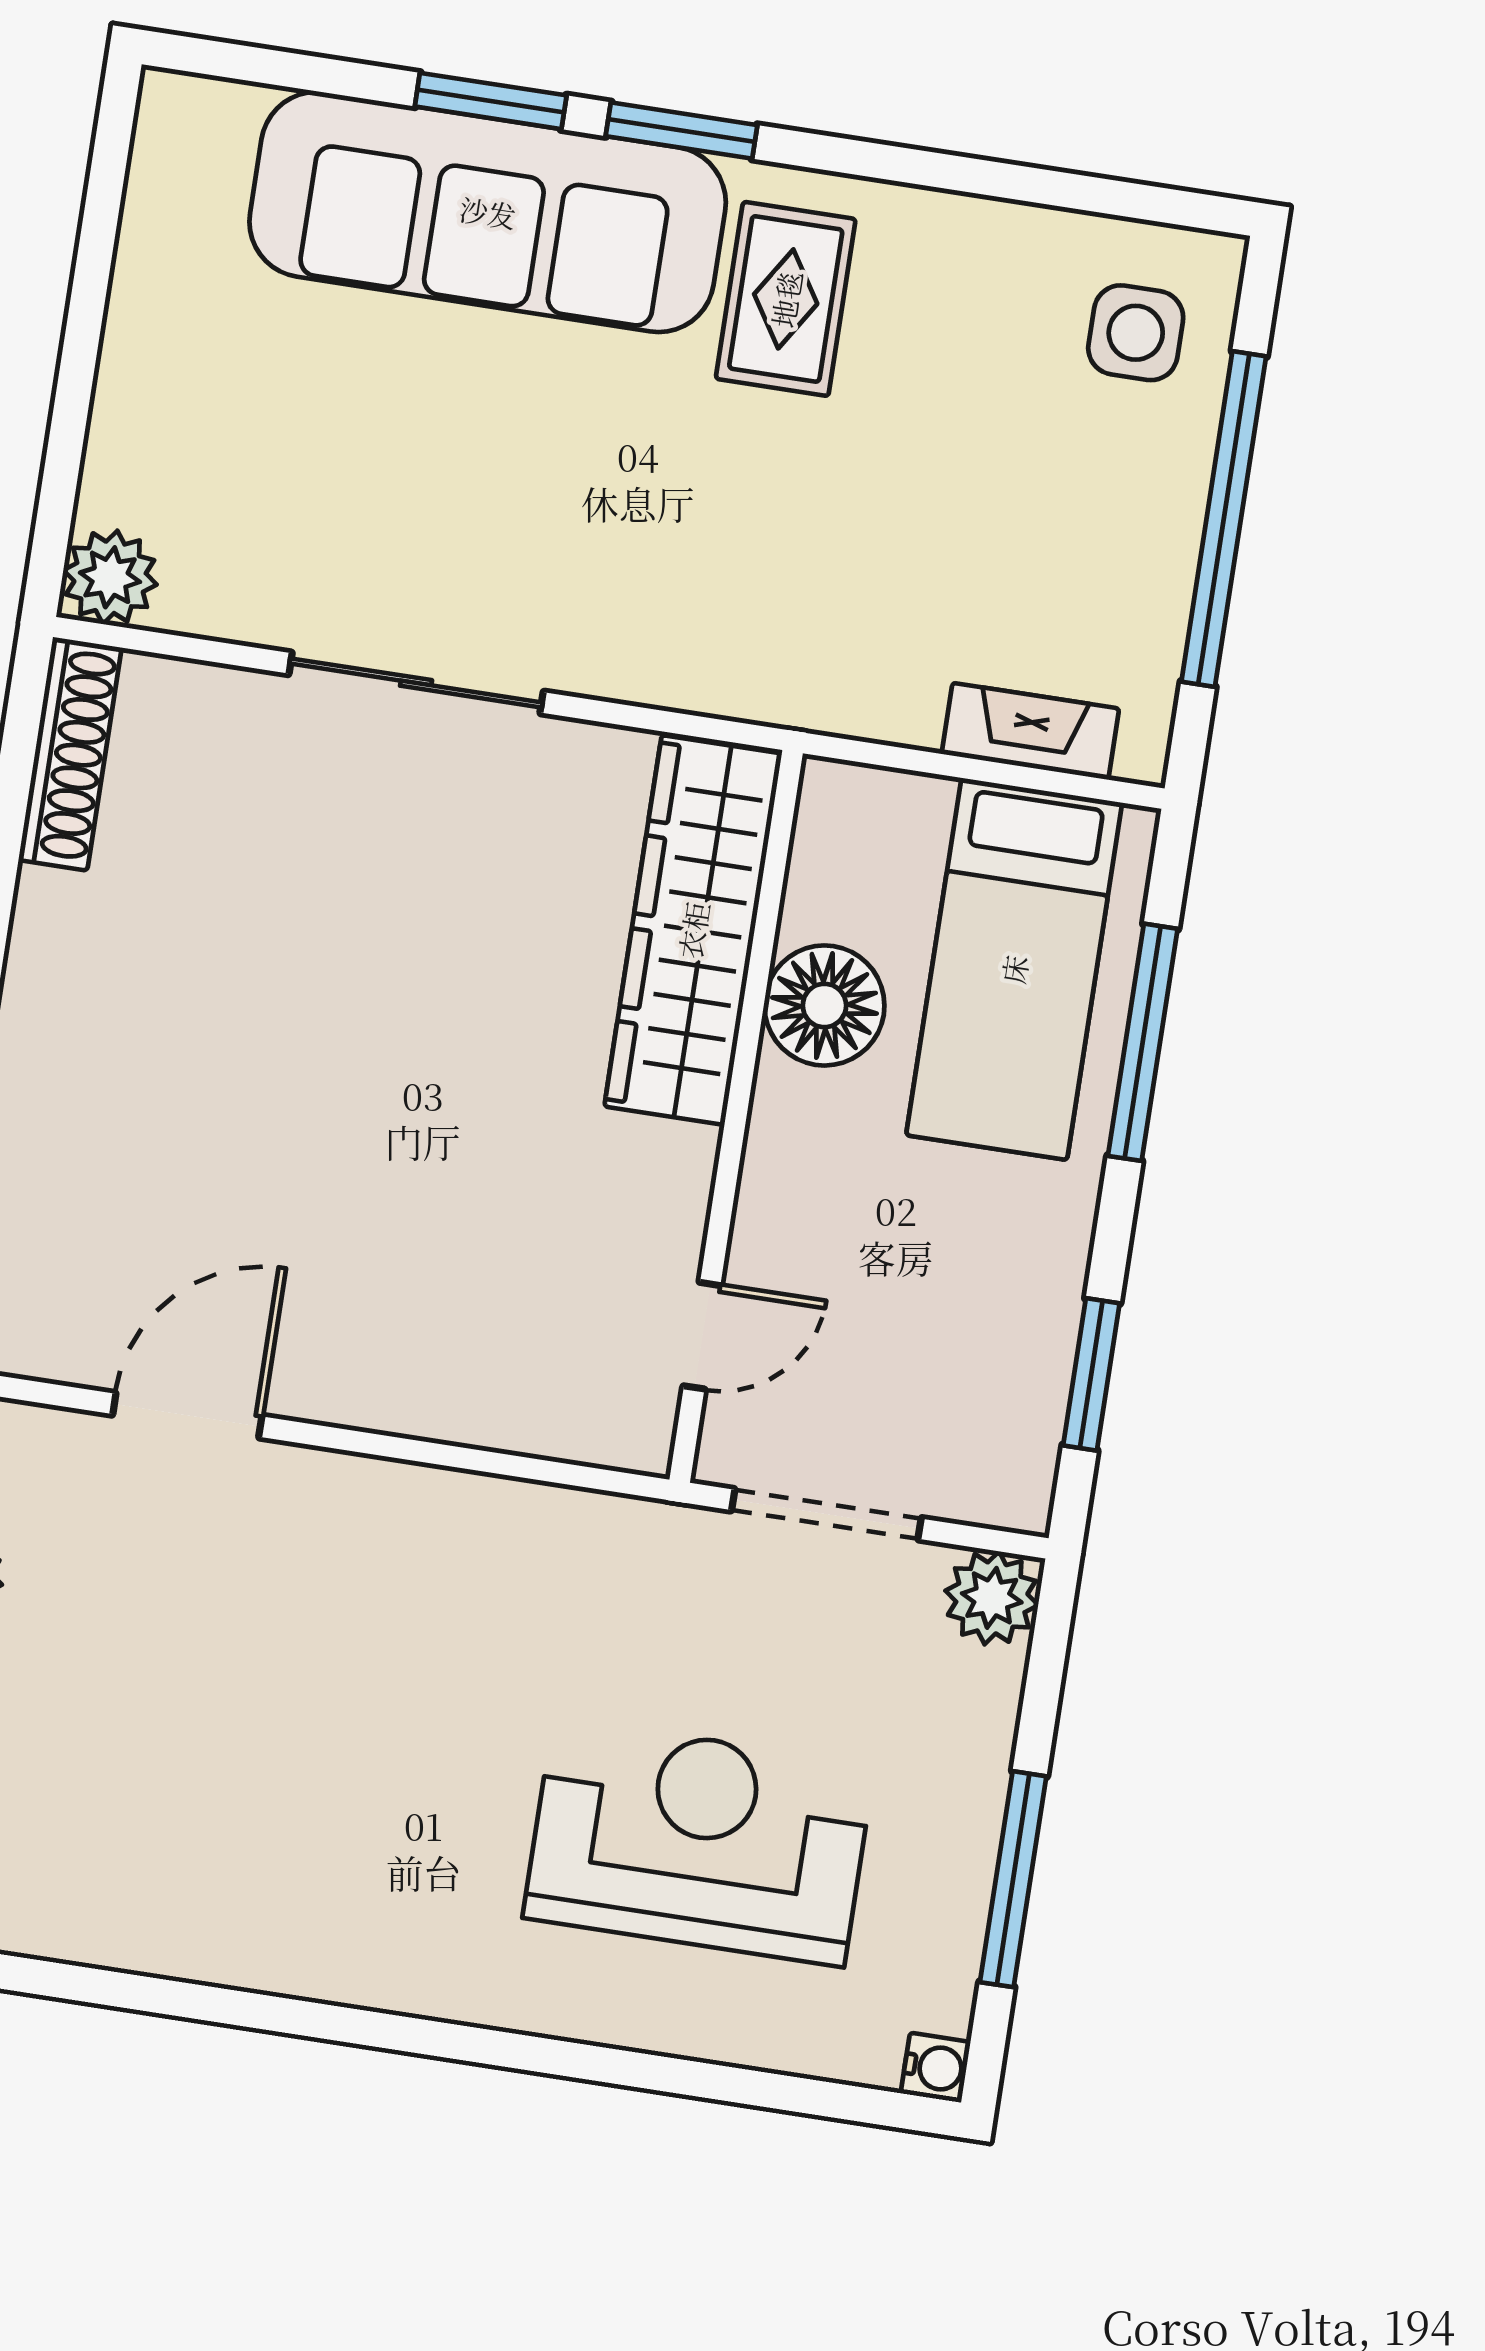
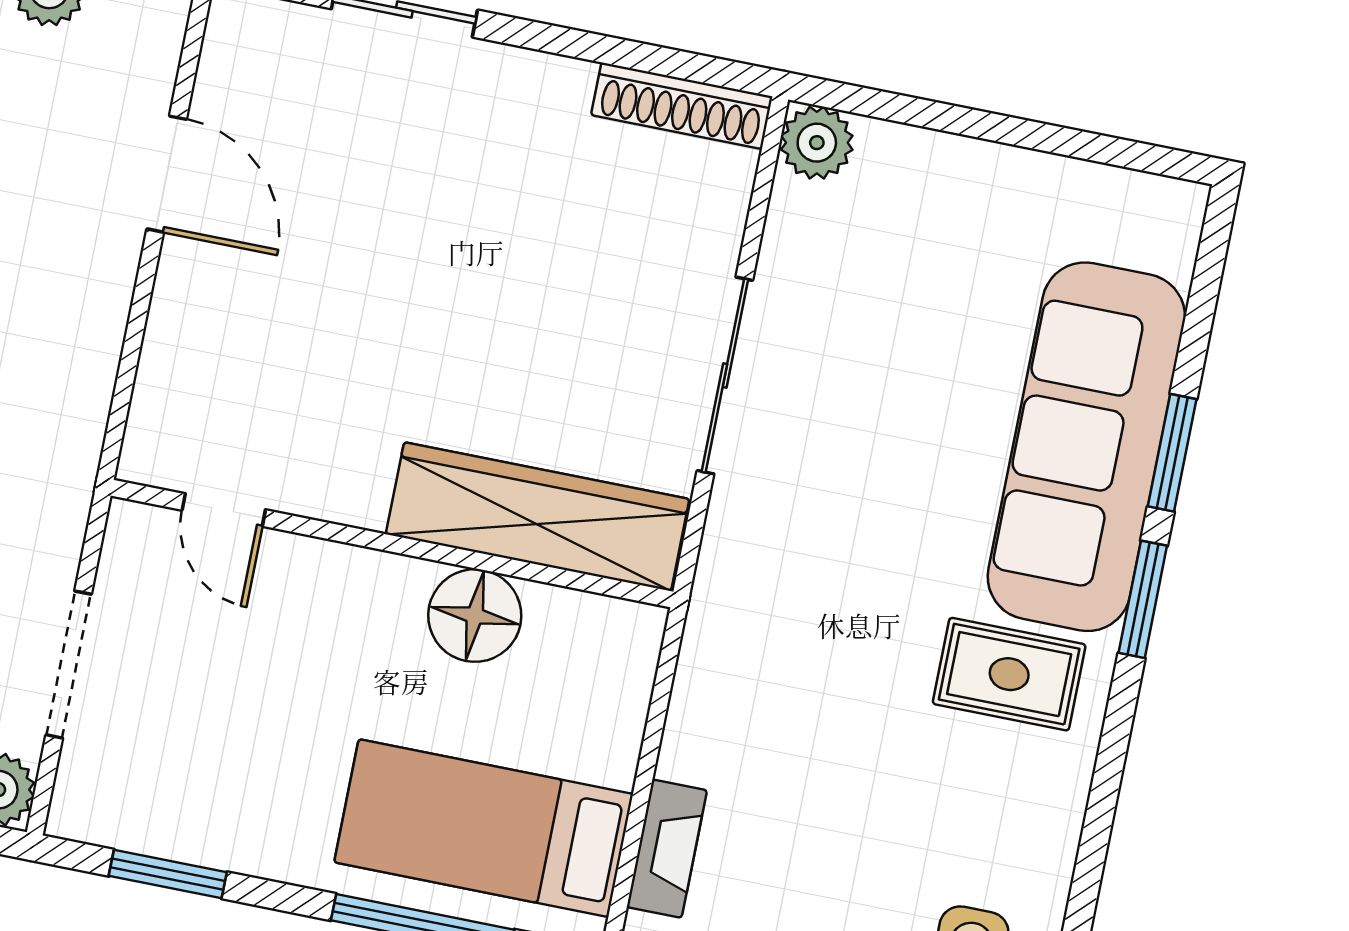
wardrobe: (693, 930) -> (538, 517), moved
floor lamp: (824, 1005) -> (475, 616), moved
wall: (736, 1116) -> (392, 544), moved
door: (702, 1336) -> (224, 510), moved

